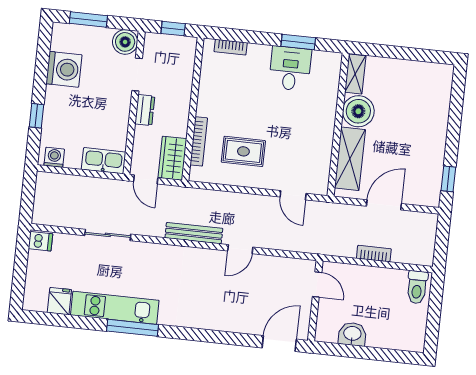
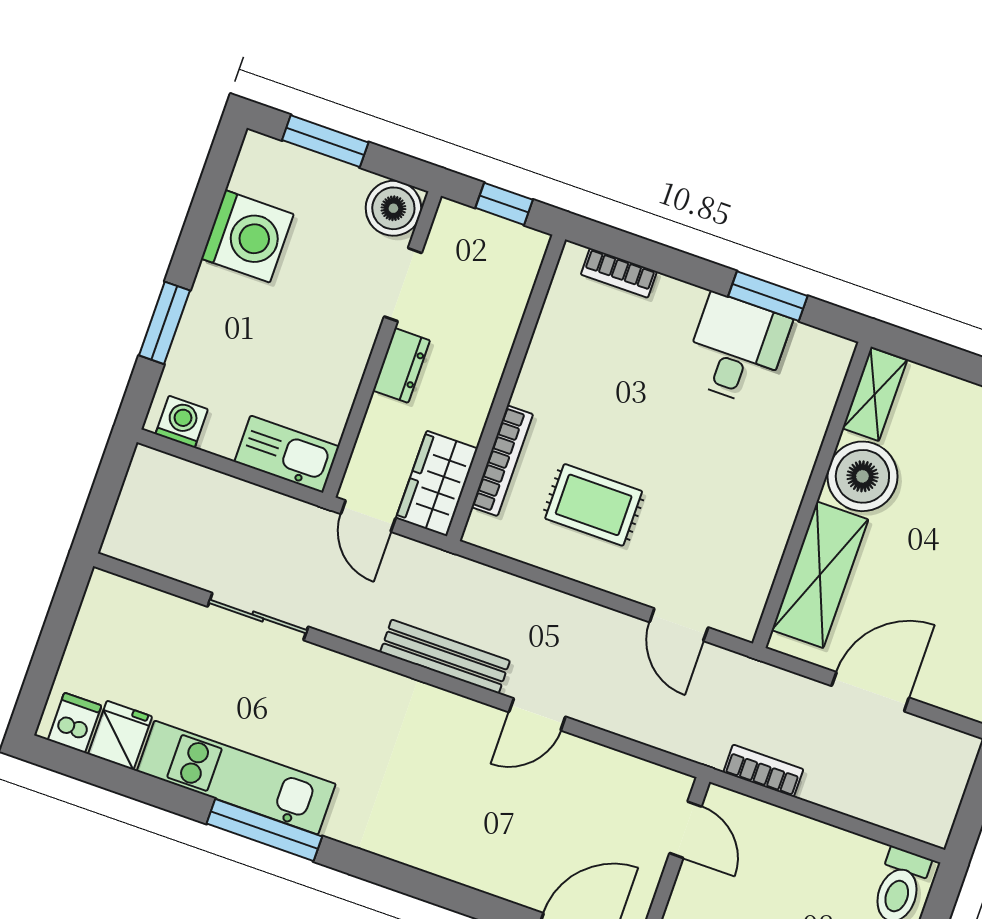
window: (36, 116) -> (164, 323), width x1.50
dishwasher: (40, 241) -> (75, 723), moved, turned -90
bookcase: (374, 254) -> (763, 771), moved

